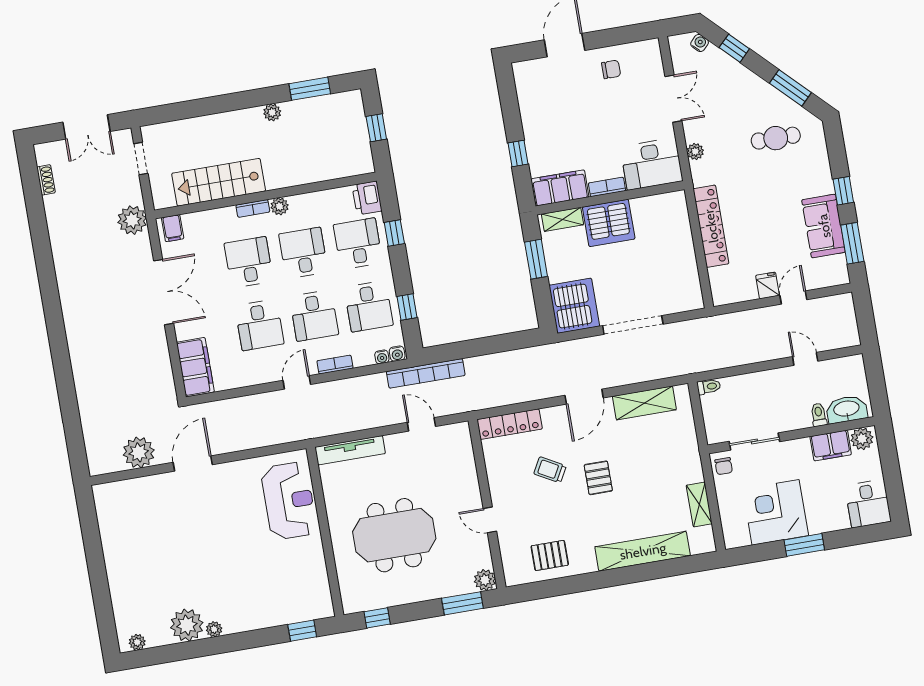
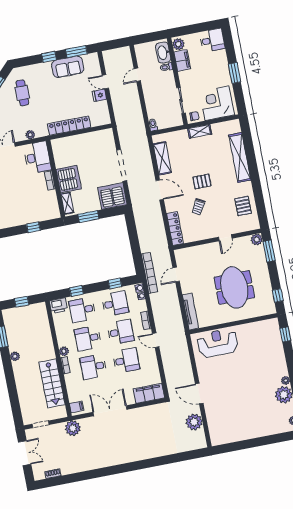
filing cabinet: (560, 188) -> (51, 205), removed
shelving: (699, 504) -> (200, 131), moved
corner desk: (776, 512) -> (217, 103), moved, turned 90

